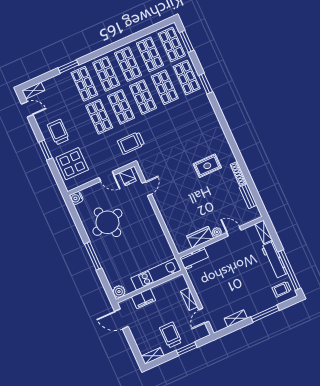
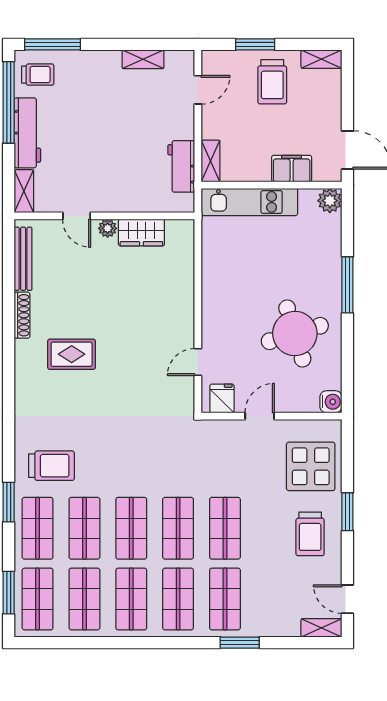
trolley: (131, 143) -> (51, 466), moved
door: (107, 176) -> (260, 416), hinge flipped
bench: (248, 196) -> (23, 259), width x1.36
workbench: (194, 258) -> (181, 166), moved, turned -90
shelving: (189, 299) -> (211, 161), moved
window: (265, 314) -> (52, 44), moved

